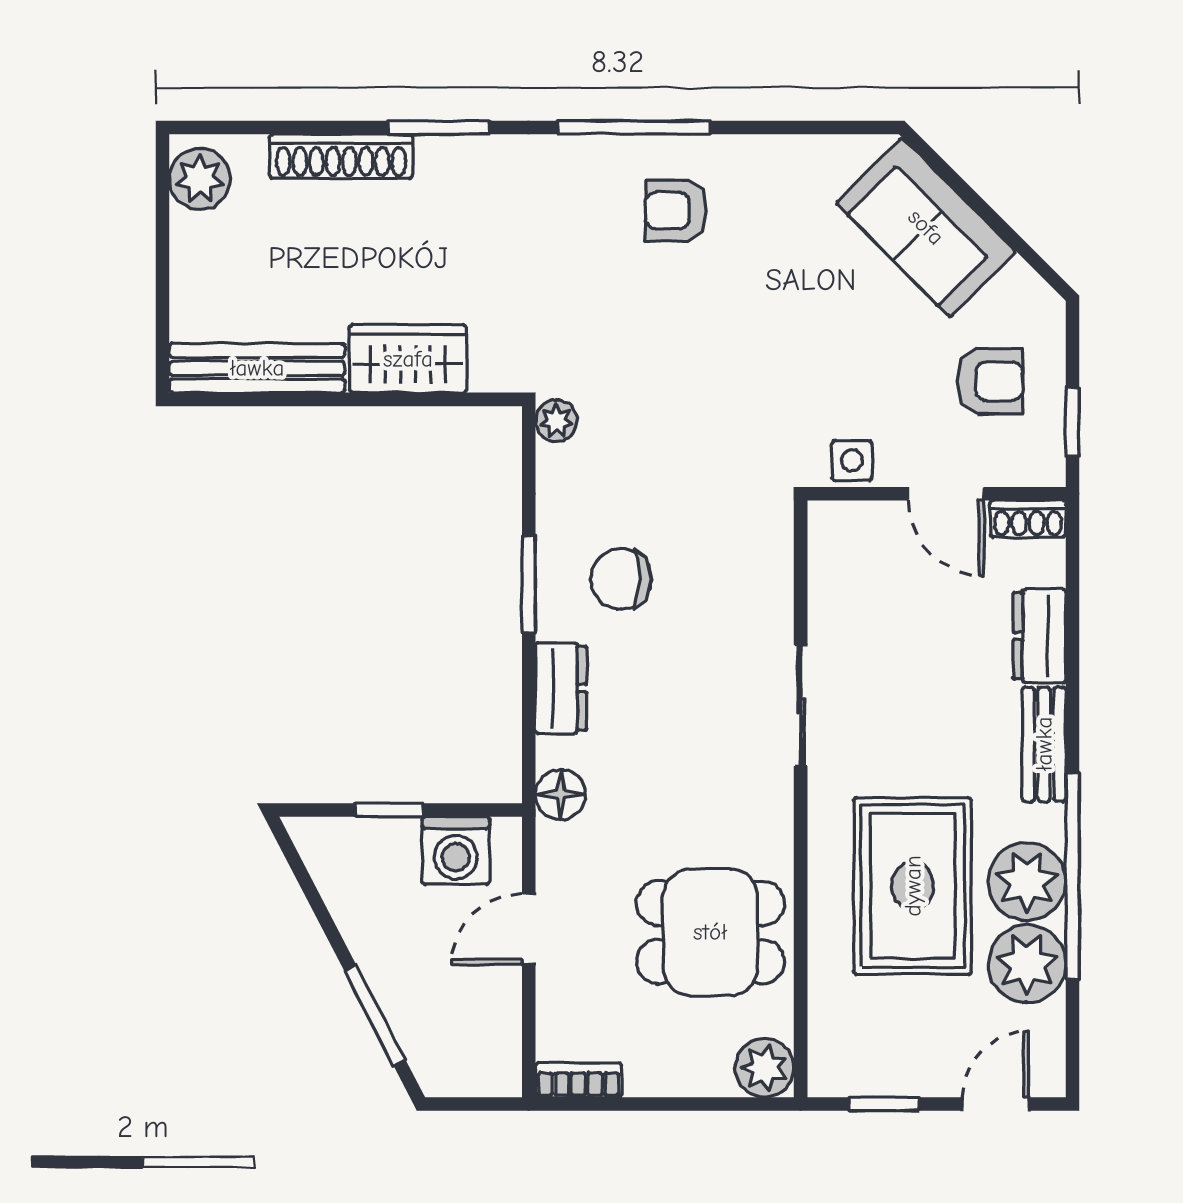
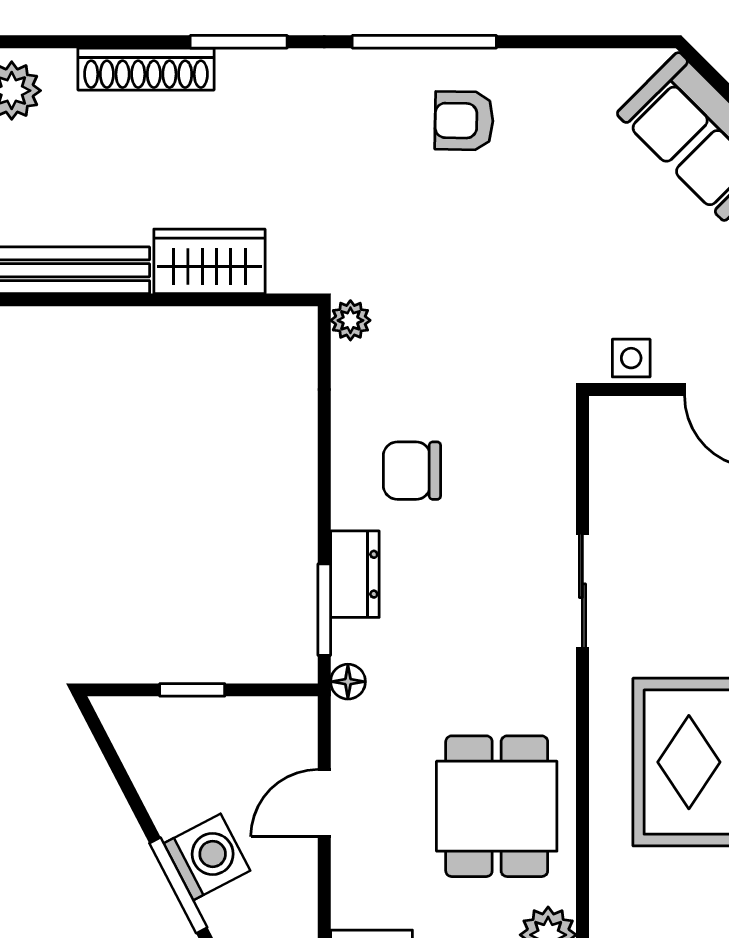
window: (529, 584) -> (324, 610), moved
floor lamp: (561, 794) -> (348, 682), width x0.73, depth x0.73
washing machine: (456, 850) -> (207, 857), moved, turned -117
dining table: (710, 932) -> (497, 806), turned 90

